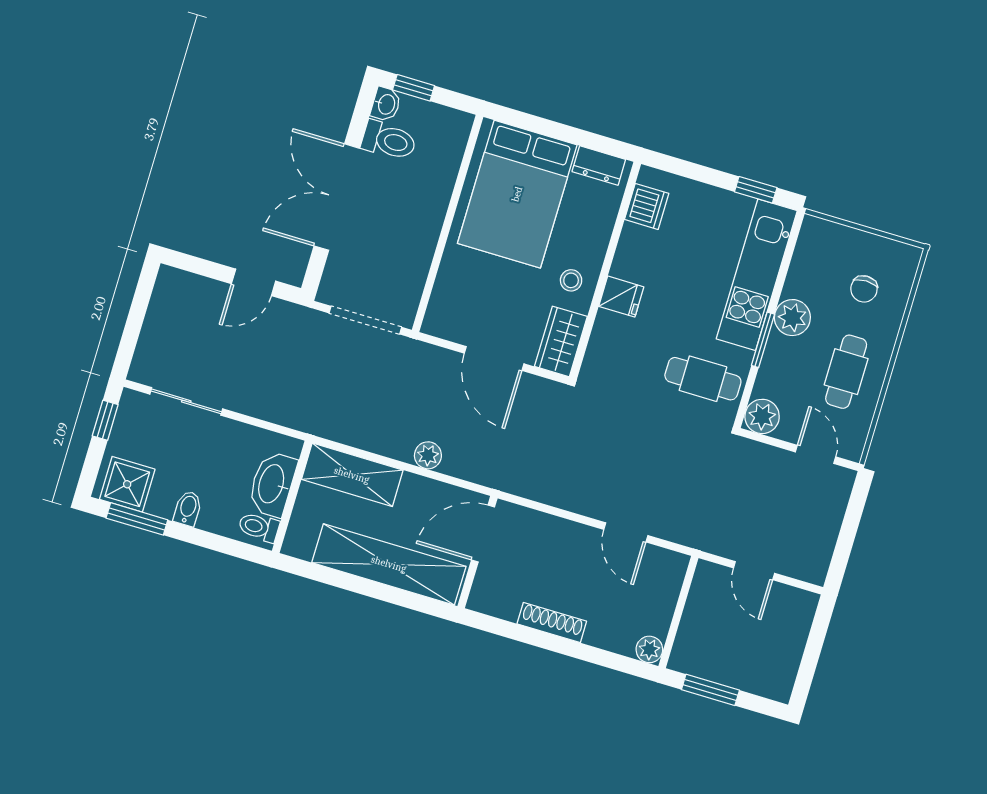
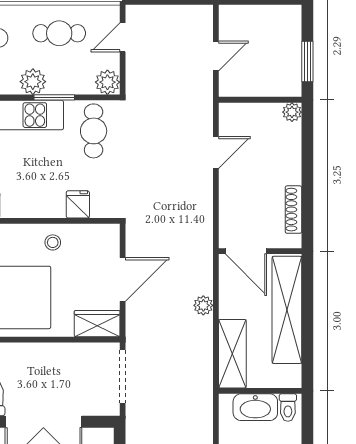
fridge: (621, 297) -> (78, 204), moved
wardrobe: (561, 341) -> (97, 324), moved, turned 180
shoe rack: (552, 623) -> (293, 210), moved

